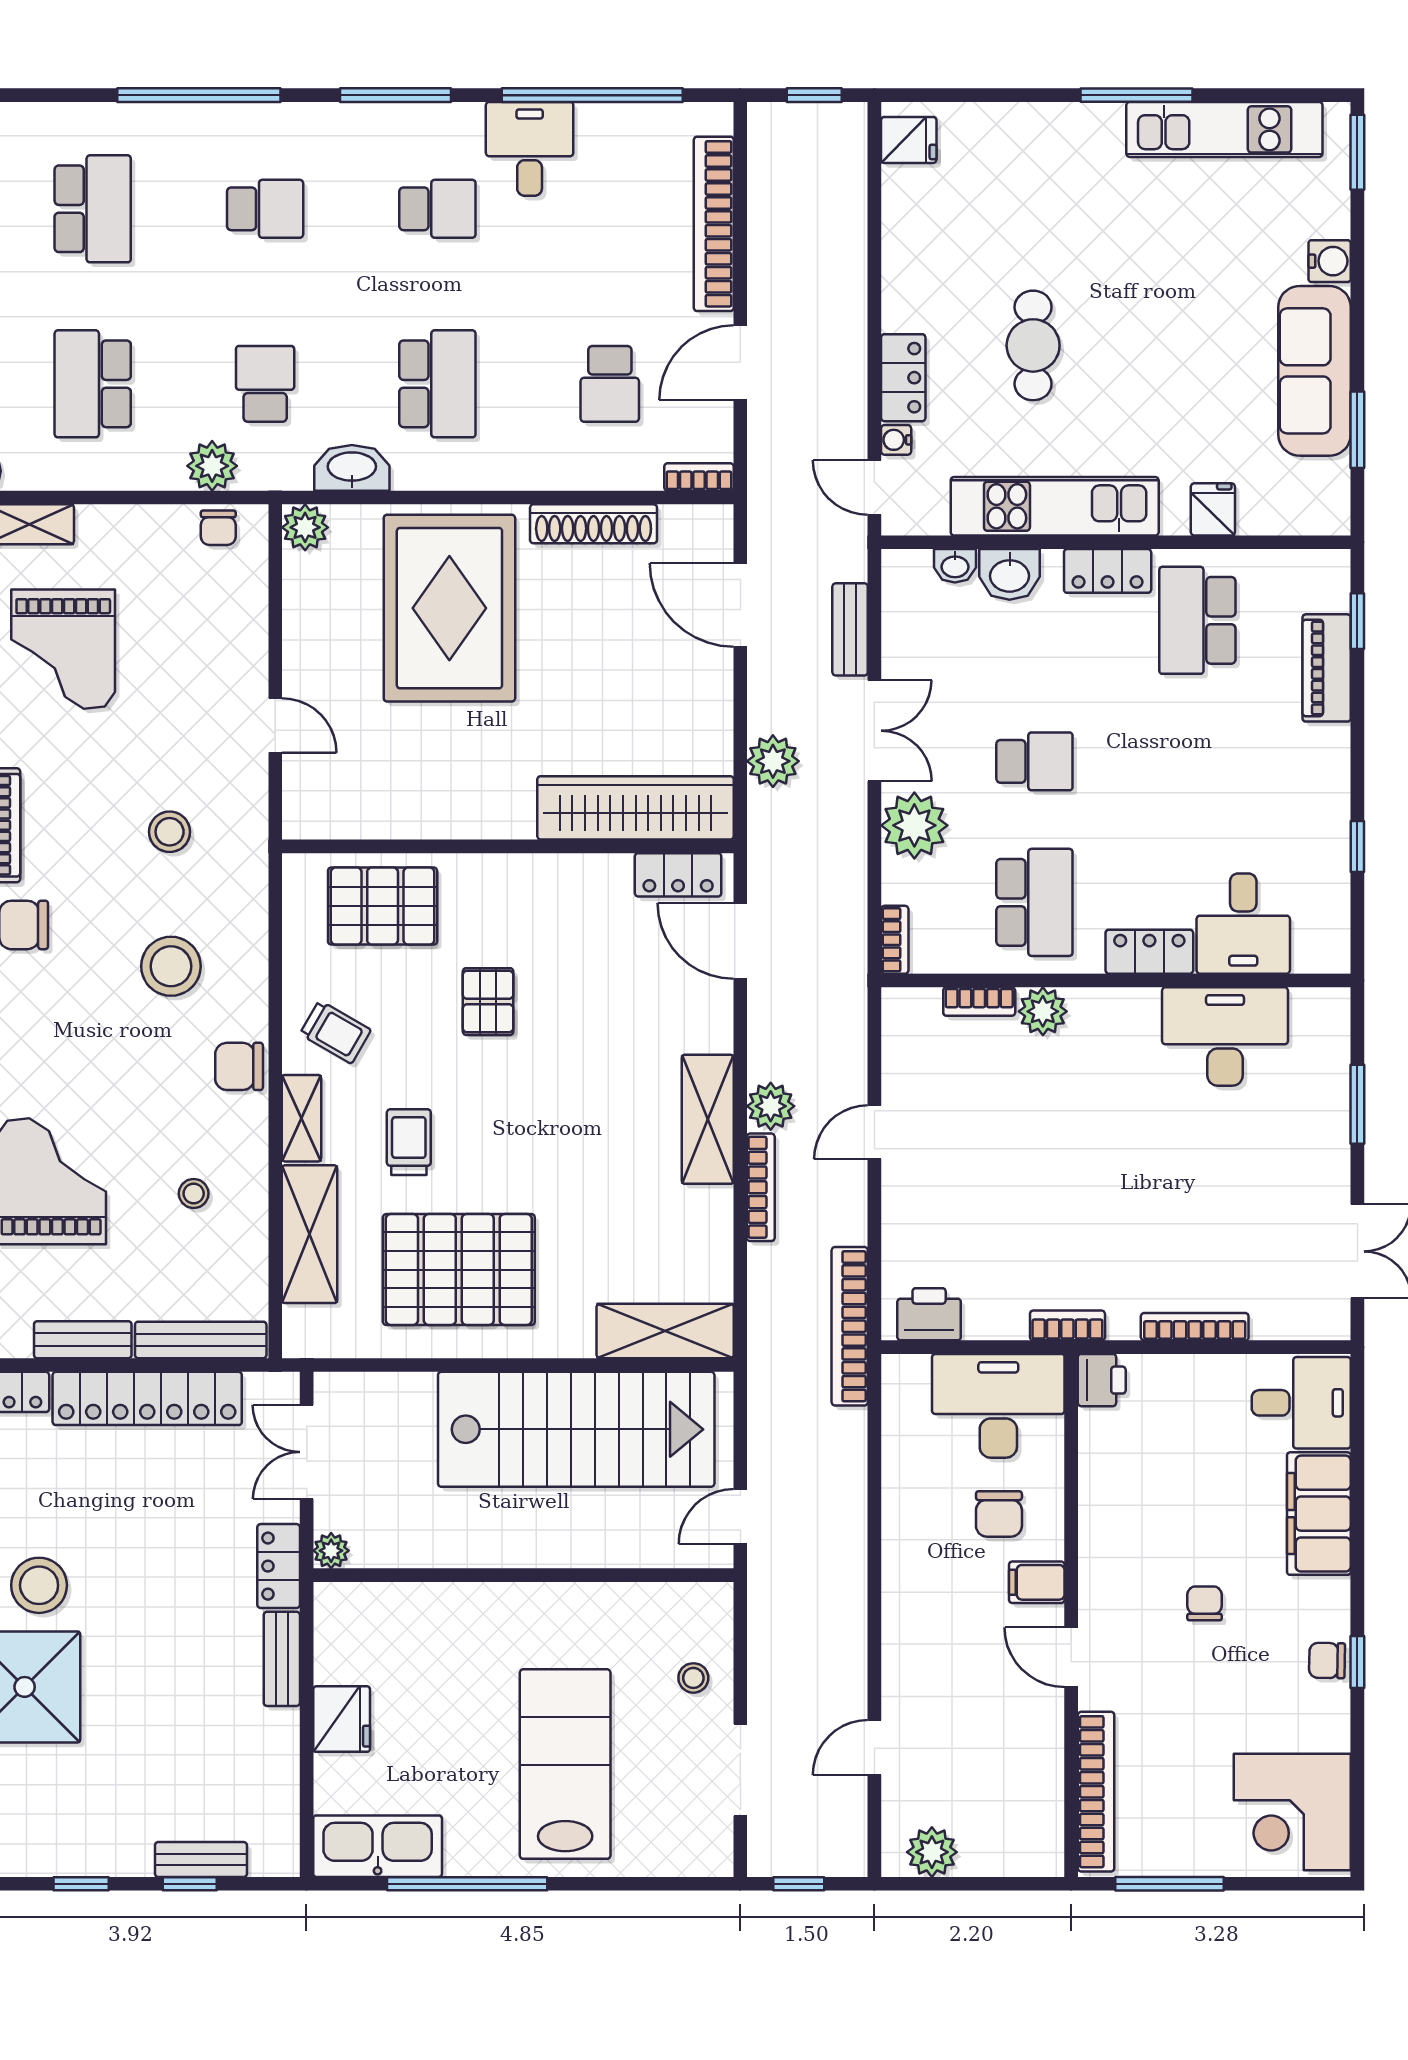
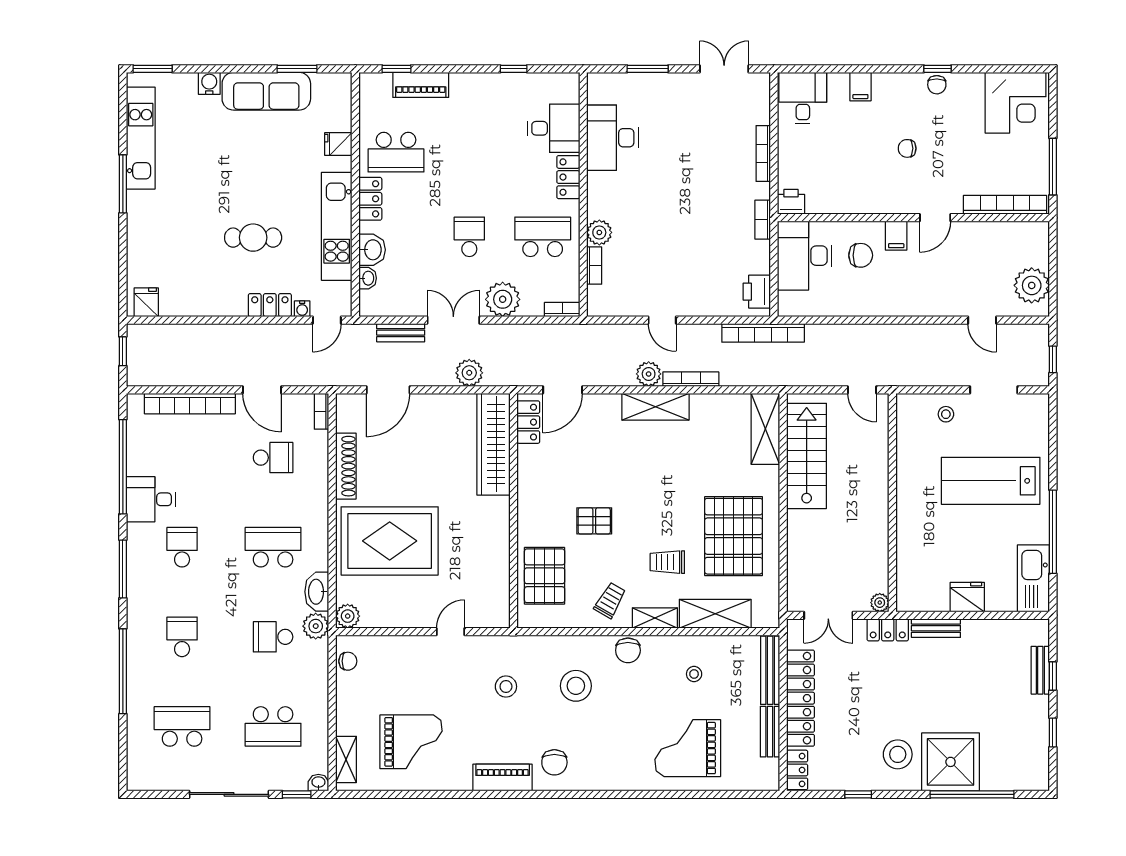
plant: (212, 466) -> (316, 626), moved
stairs: (576, 1429) -> (807, 456), width x0.73, depth x0.66
filing cabinet: (1319, 1514) -> (860, 87), width x0.33, depth x0.86
plant: (932, 1852) -> (1032, 285), width x1.36, depth x1.36

